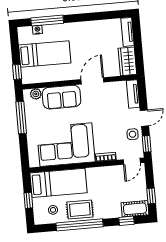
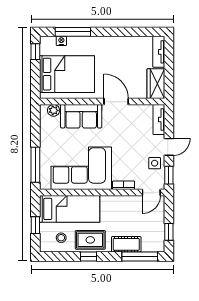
bed: (45, 54) -> (67, 74), width x1.50
window: (17, 72) -> (35, 52), moved
door: (92, 81) -> (116, 102), hinge flipped
window: (21, 118) -> (35, 165), moved
cot: (135, 209) -> (126, 244), moved
window: (126, 221) -> (140, 257), width x2.17
window: (80, 225) -> (88, 257), width x0.32

